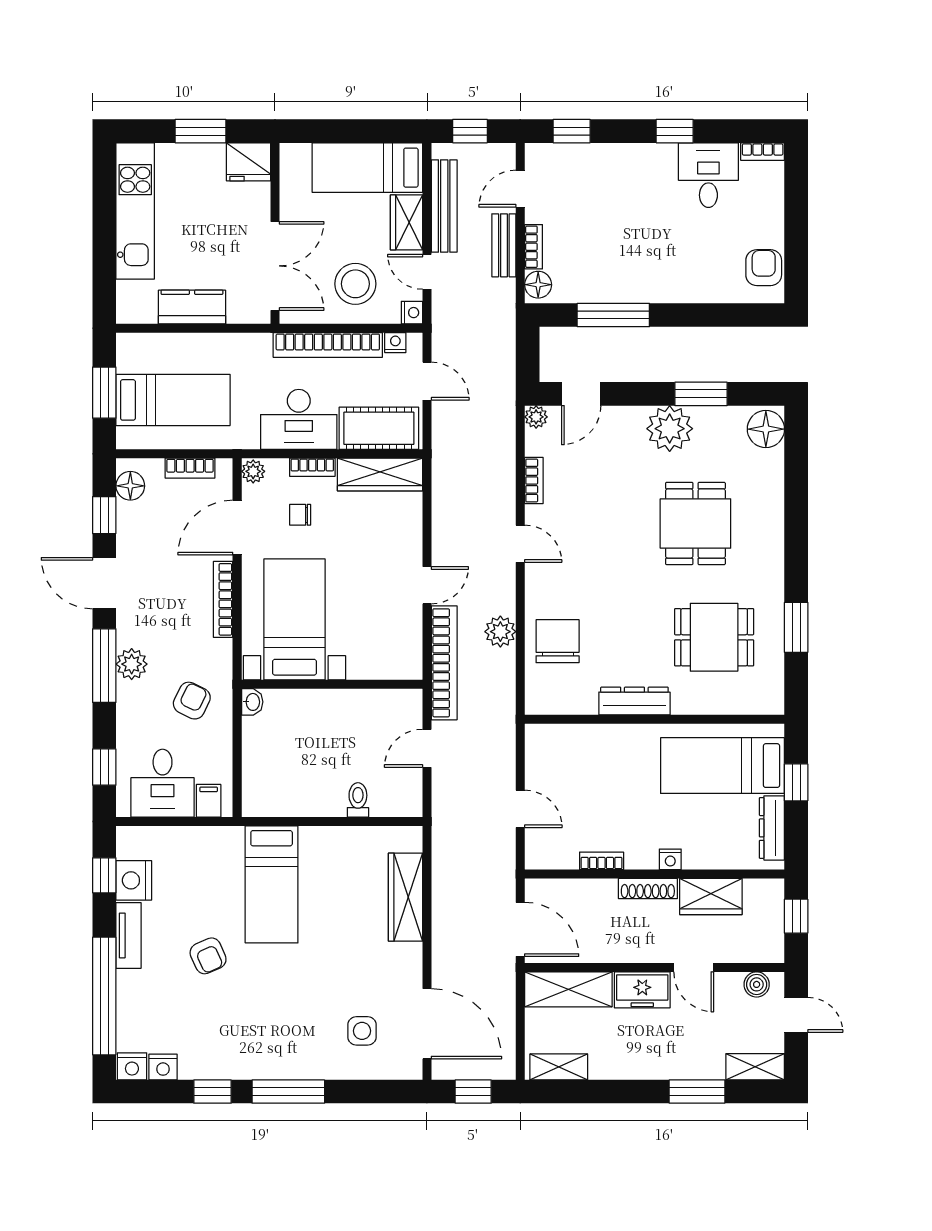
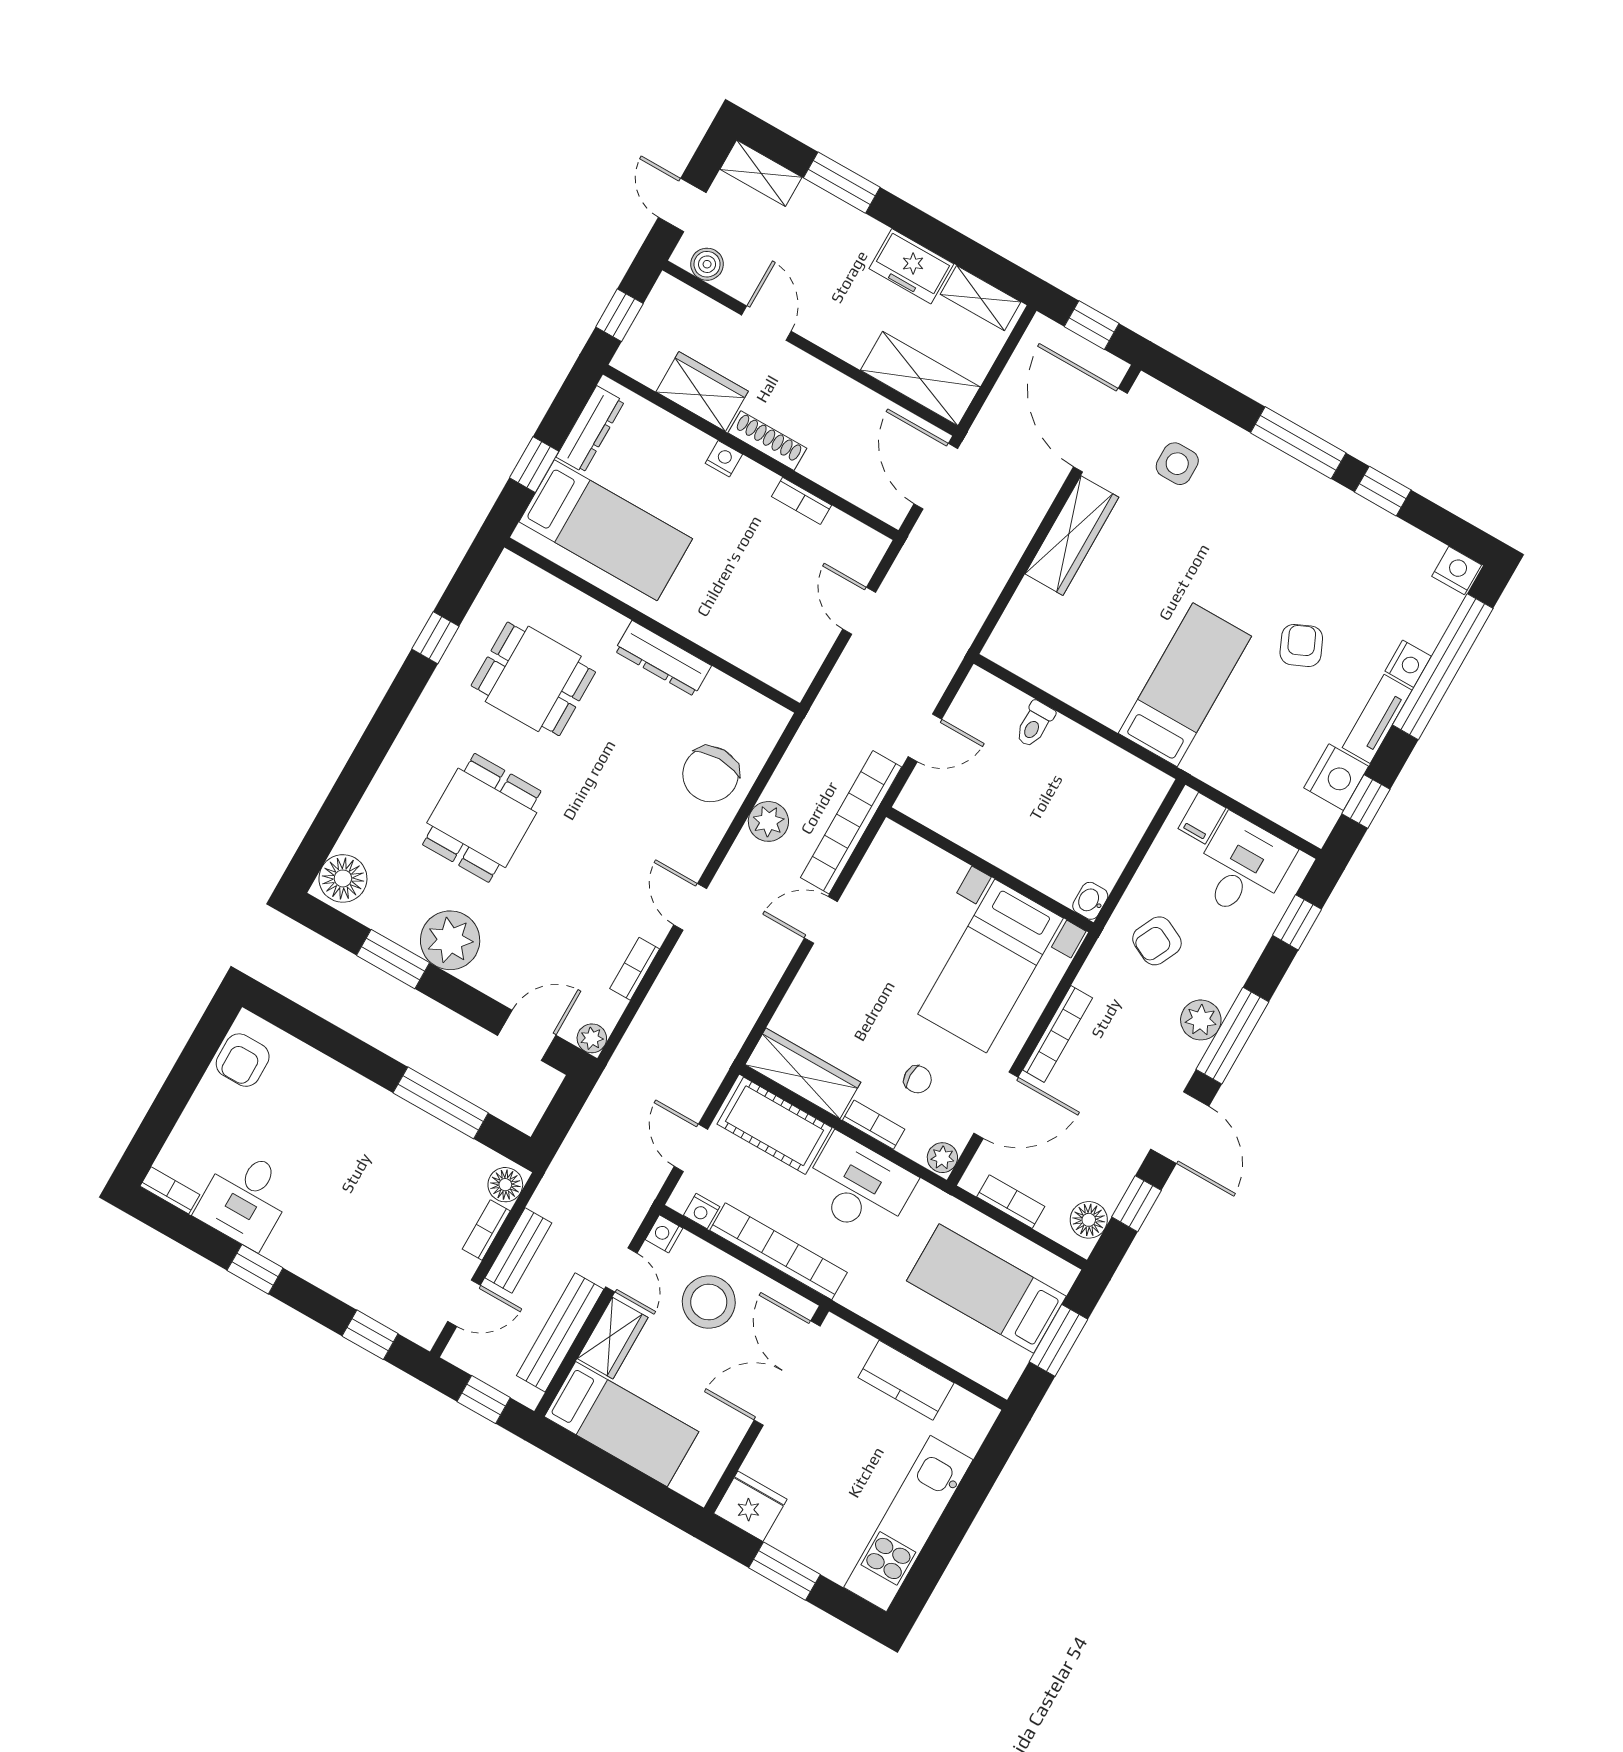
window: (796, 627) -> (435, 638), width x0.67
wardrobe: (405, 897) -> (1072, 536), moved
freezer: (642, 990) -> (911, 266), moved, turned 180
nightstand: (163, 1067) -> (1408, 664), moved, turned 90

